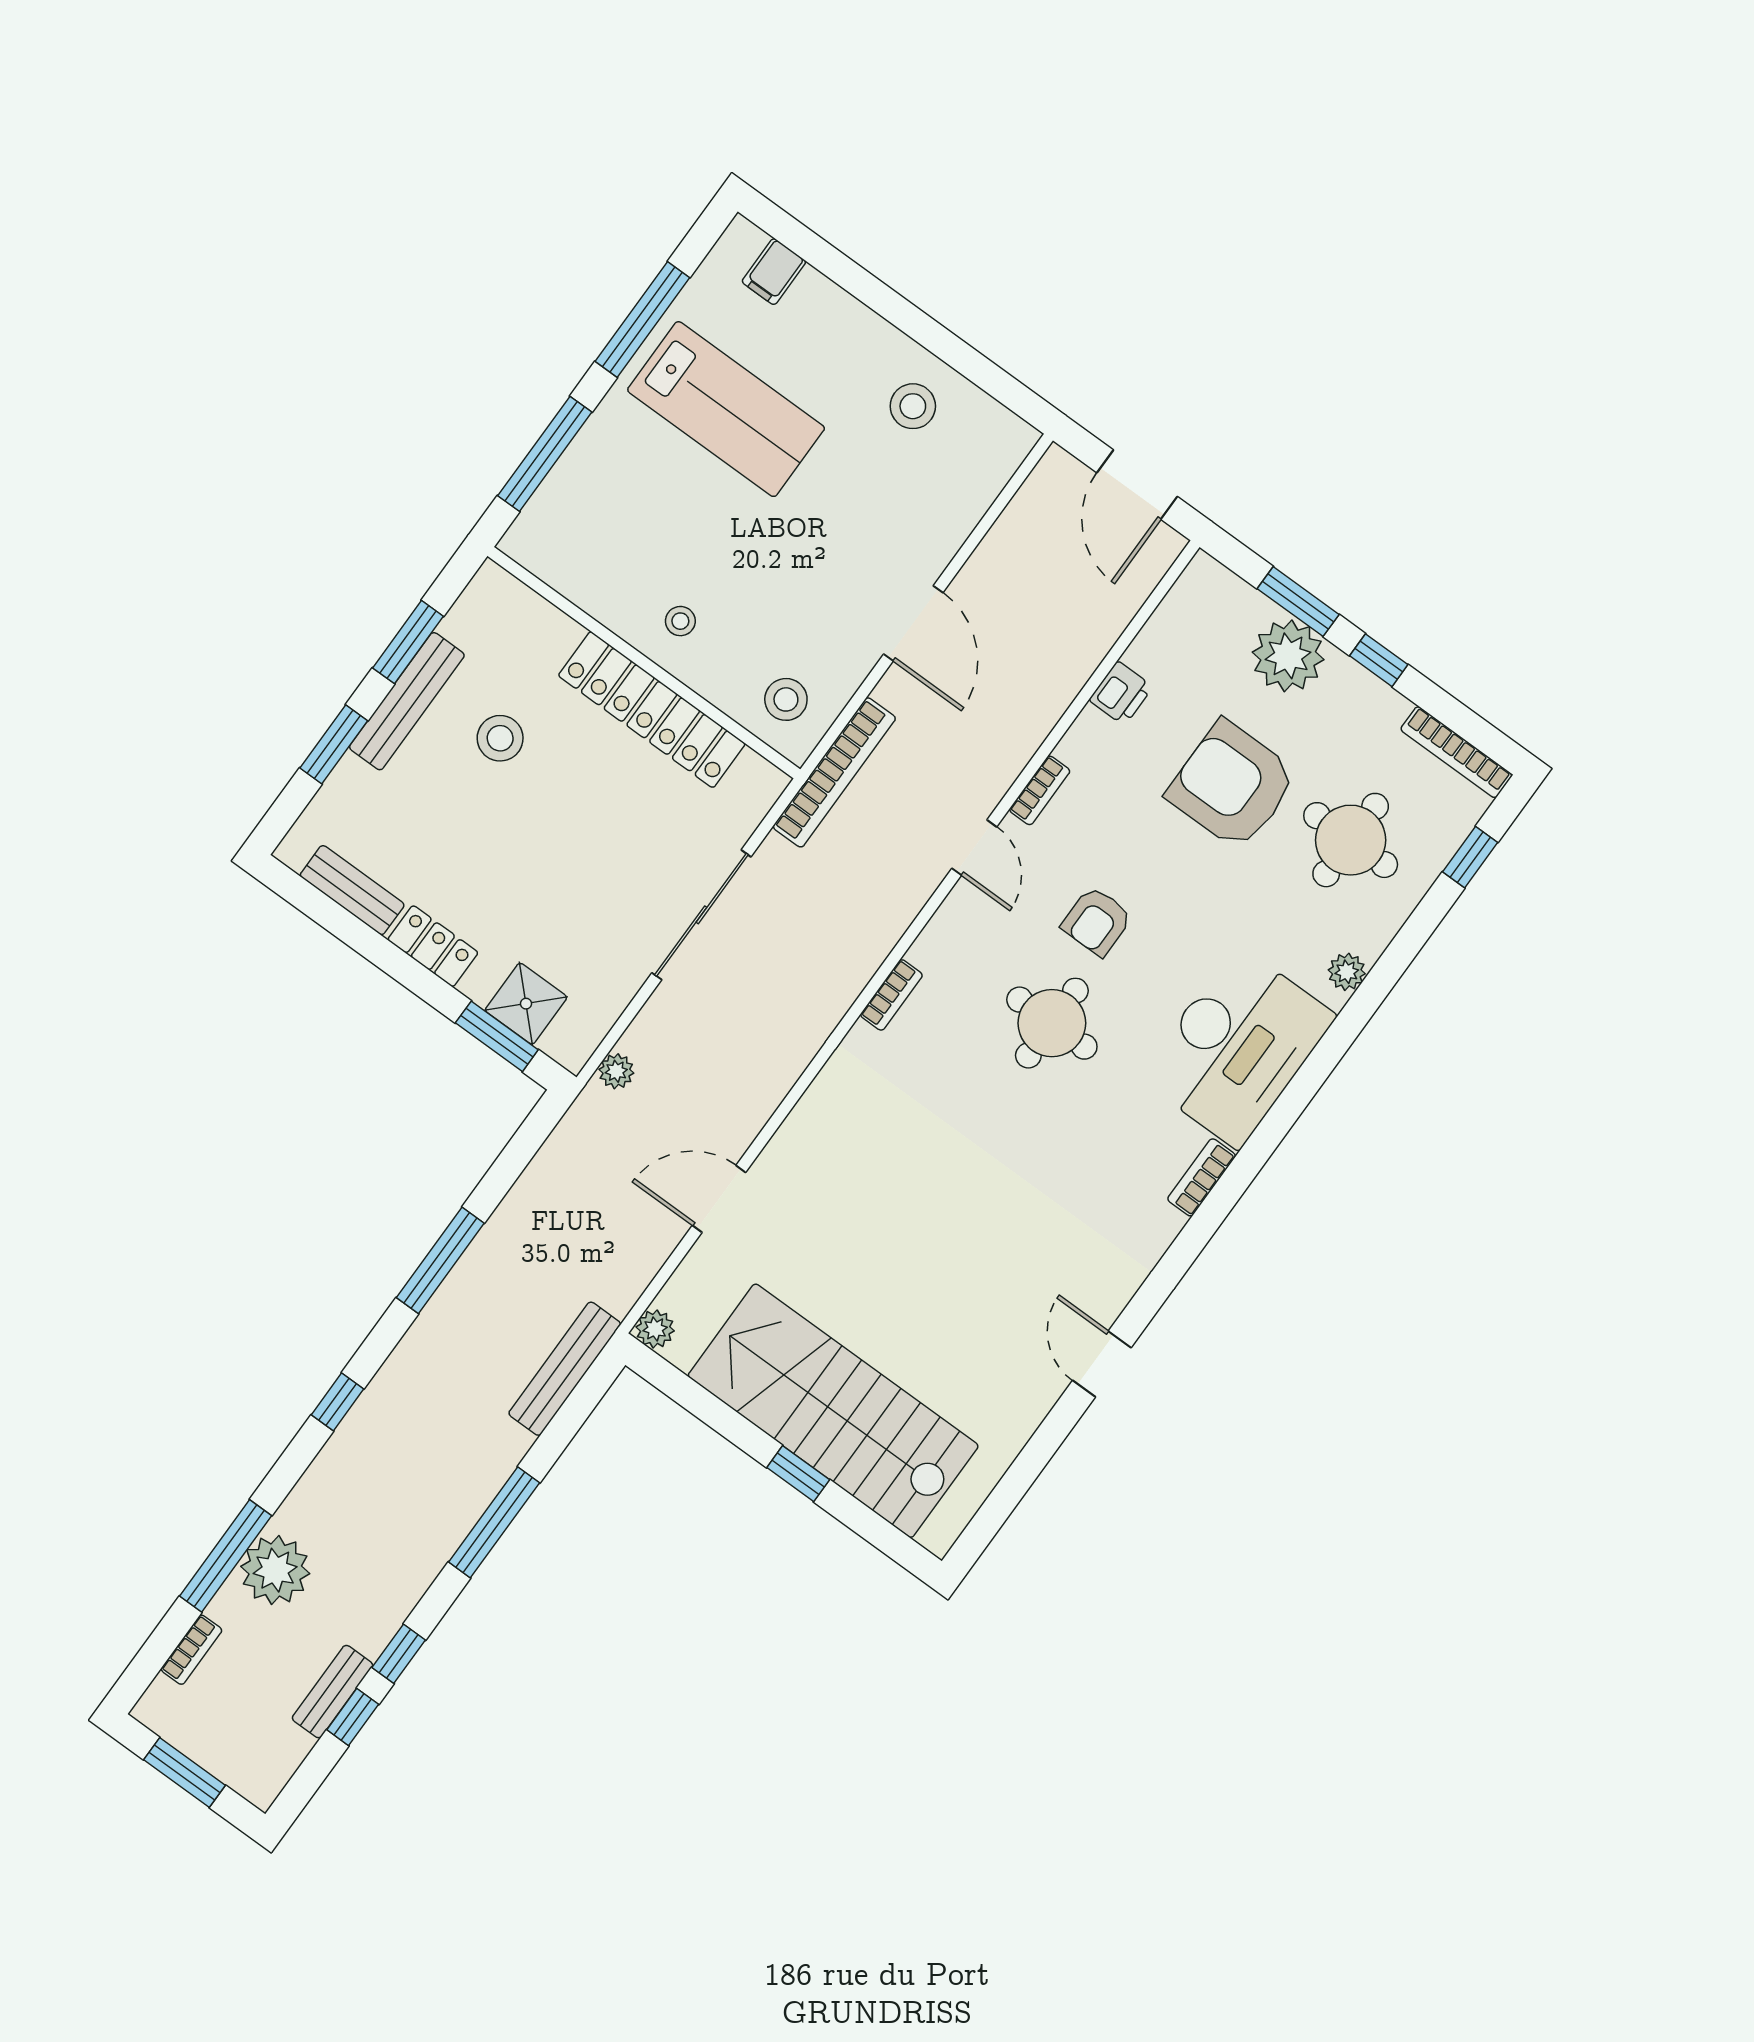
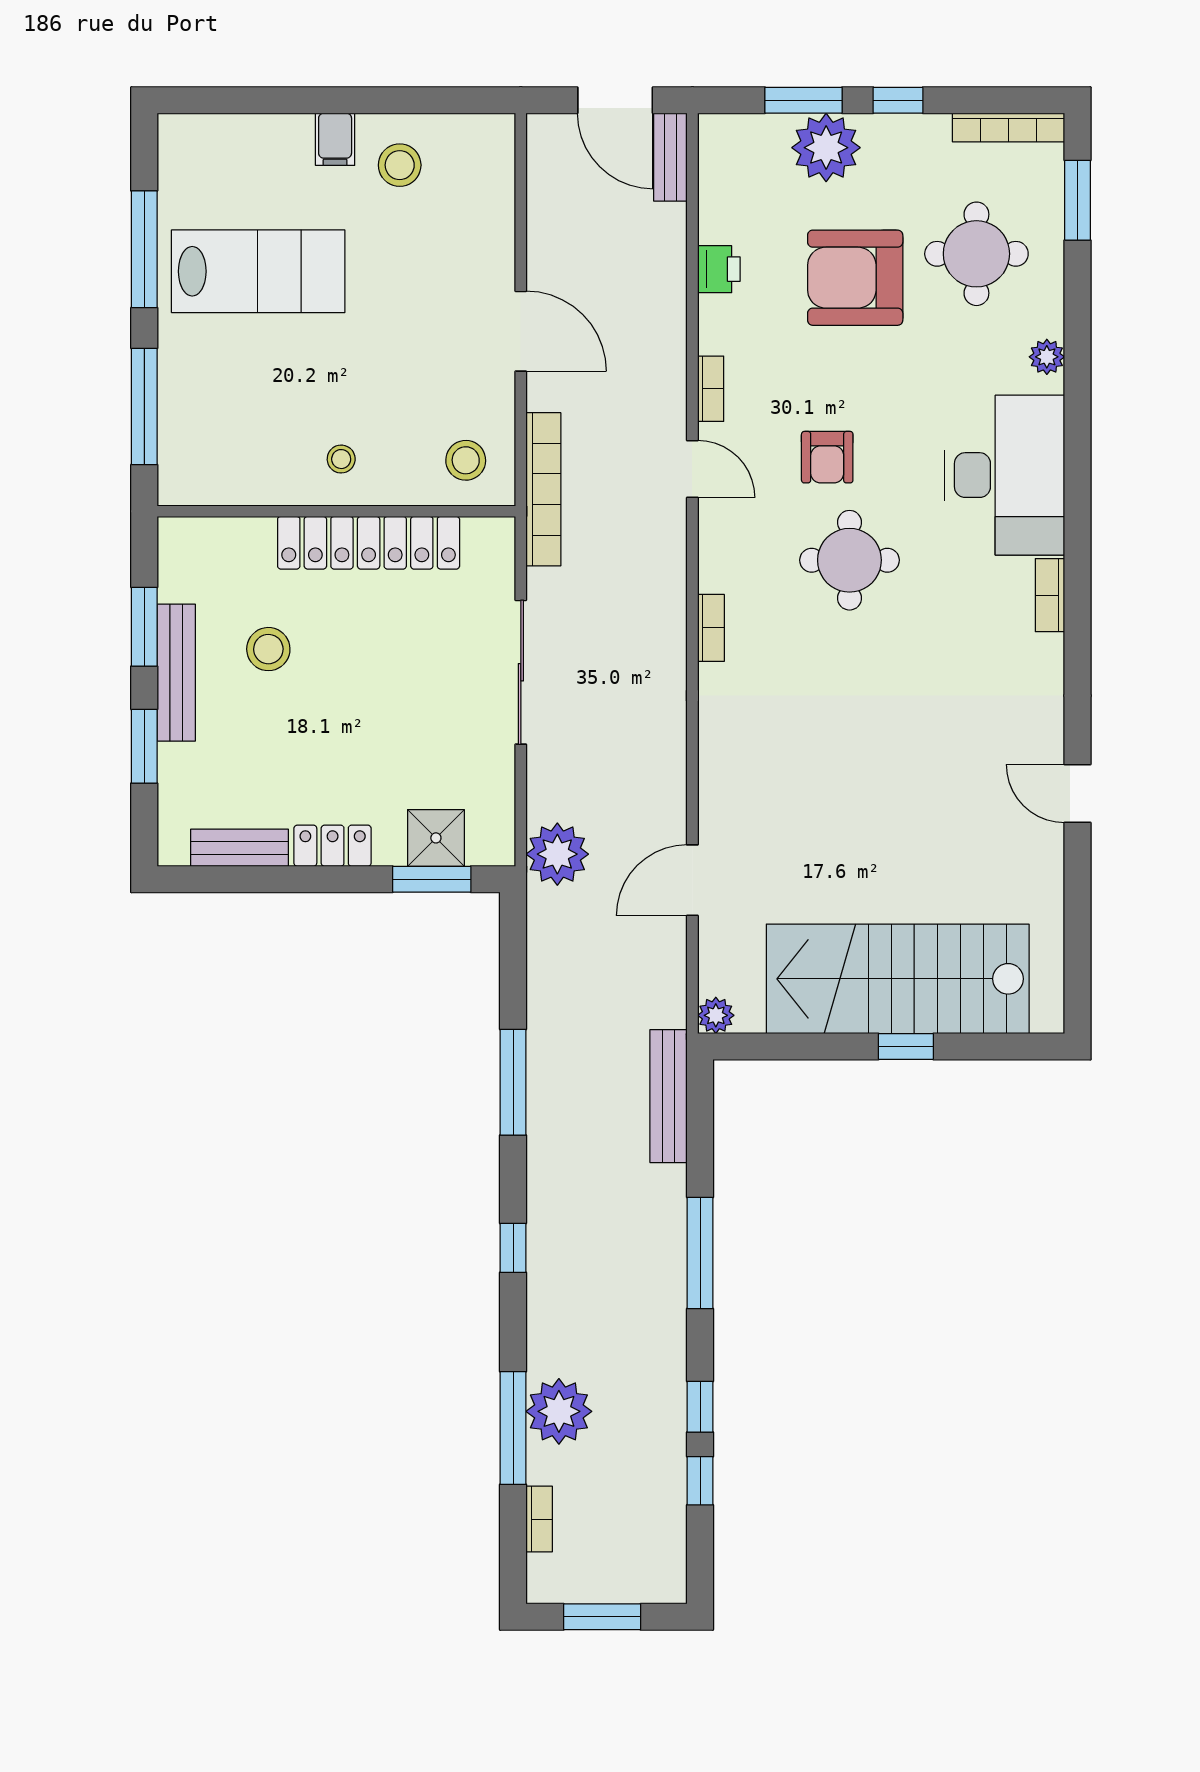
filing cabinet: (774, 272) -> (335, 139), moved
window: (1470, 857) -> (1078, 200), width x1.50
plant: (616, 1071) -> (557, 854), width x1.87, depth x1.87
bench: (332, 1692) -> (670, 157), moved

